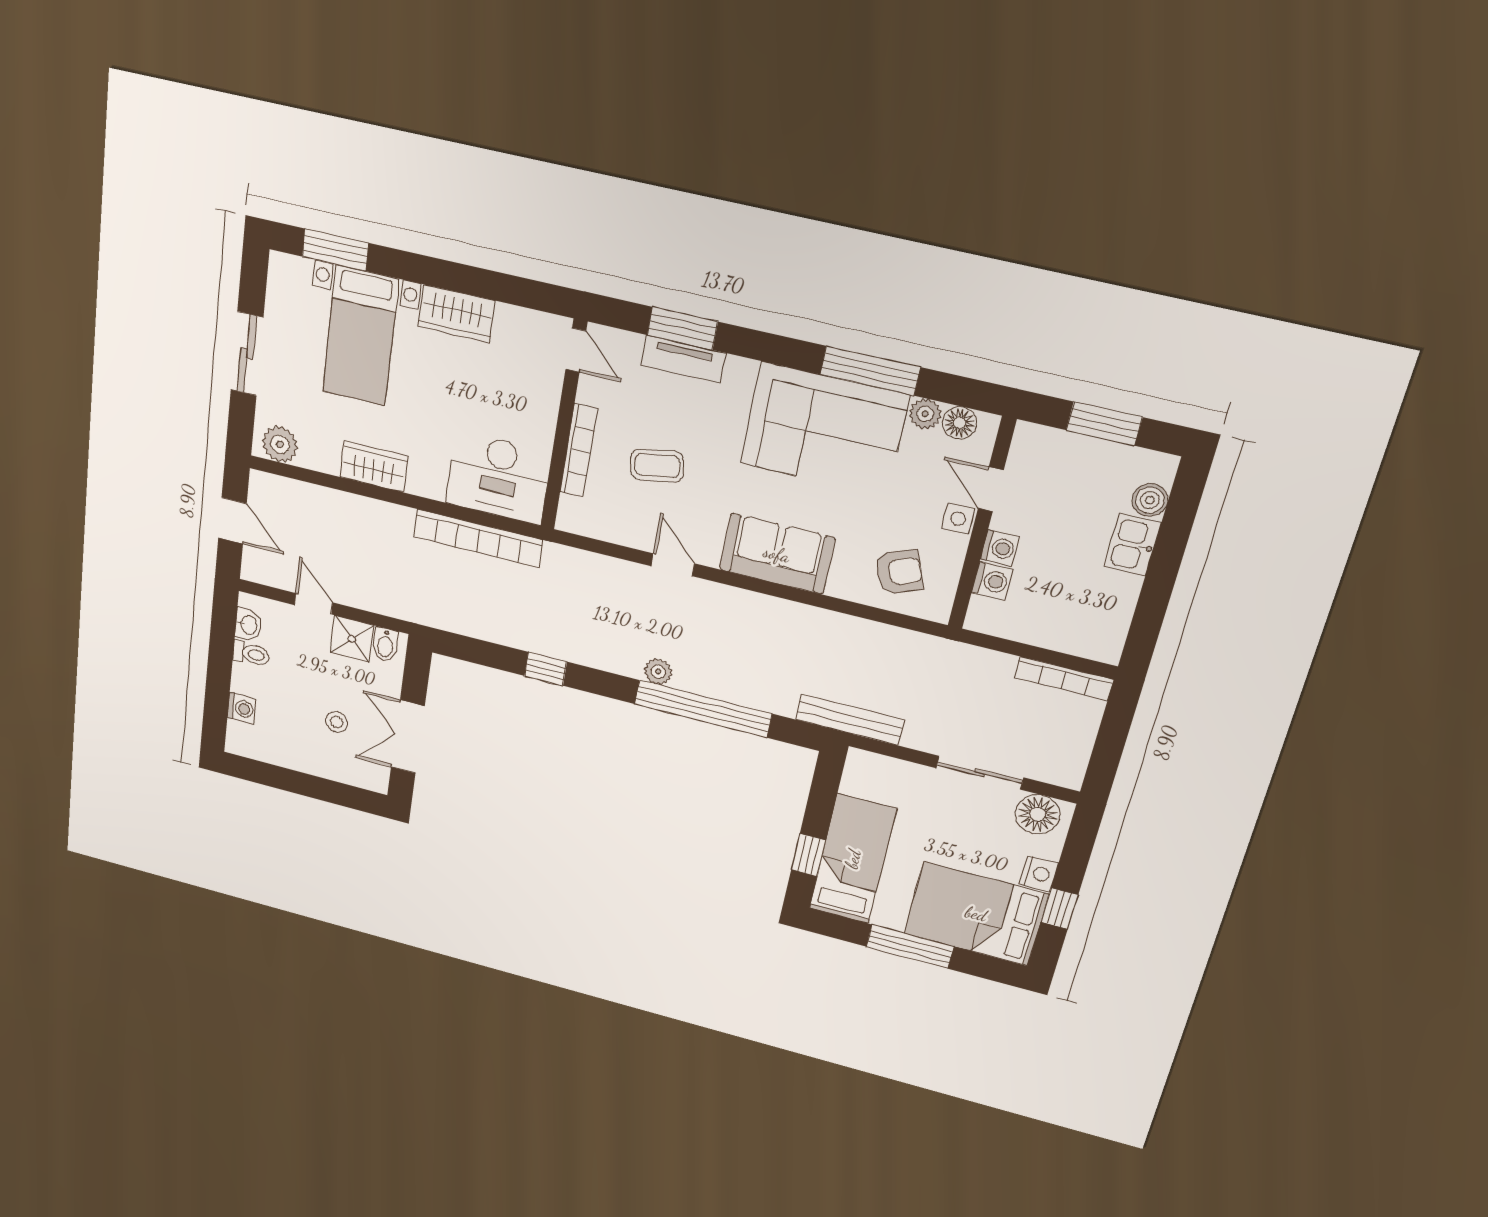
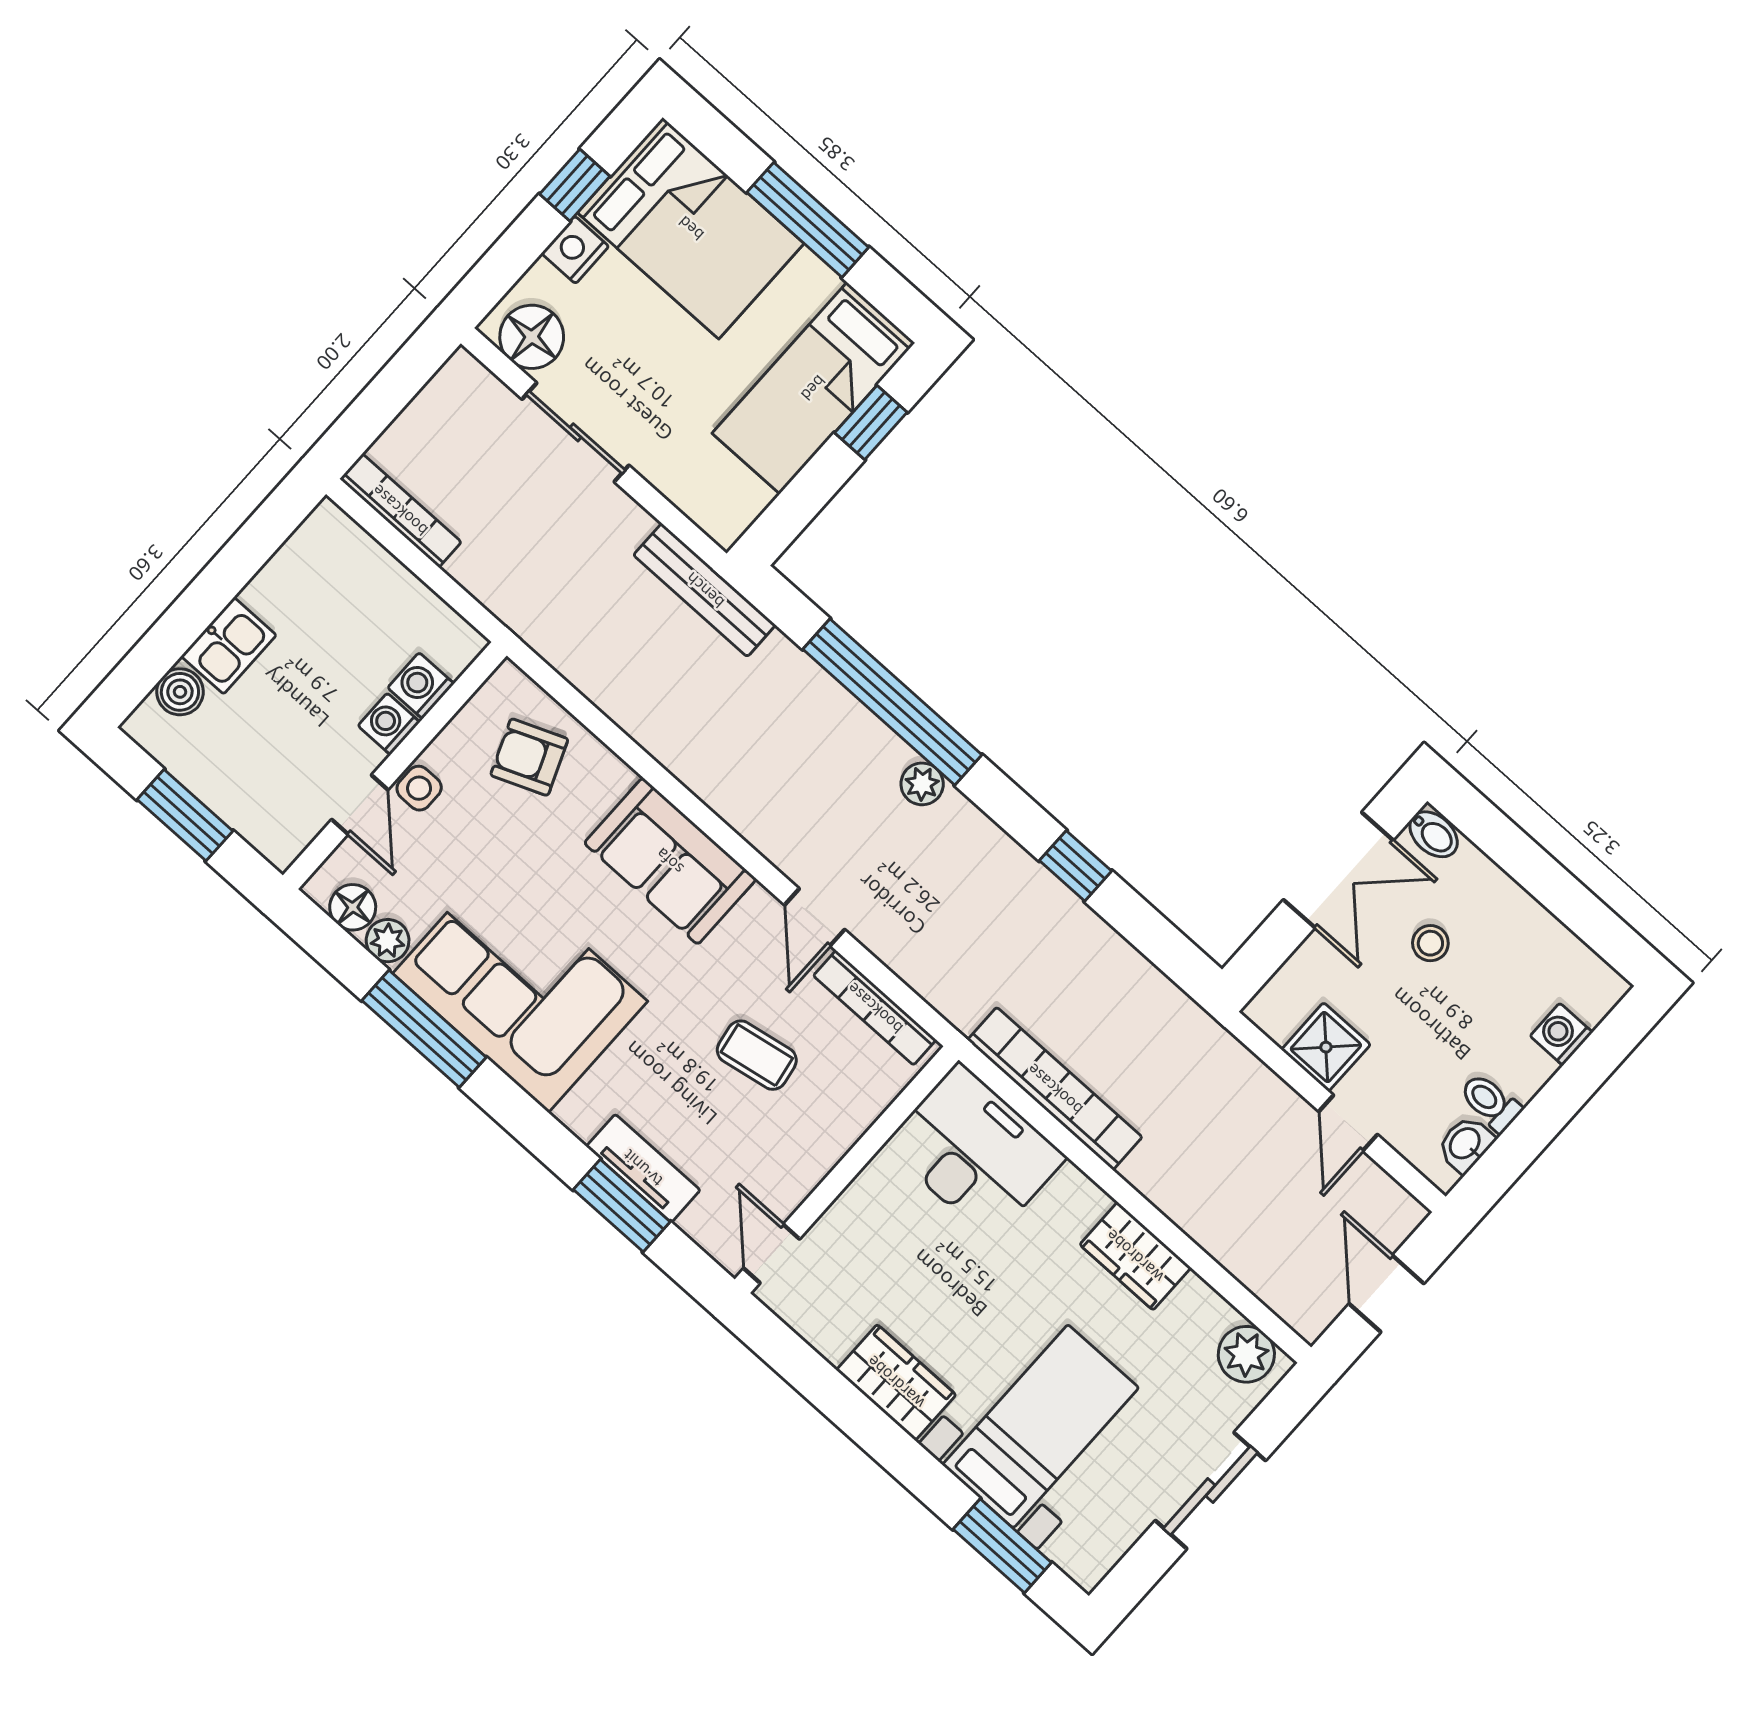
bookcase: (579, 450) -> (875, 1008), moved, turned -90
bidet: (385, 645) -> (1434, 834), moved, turned 90

